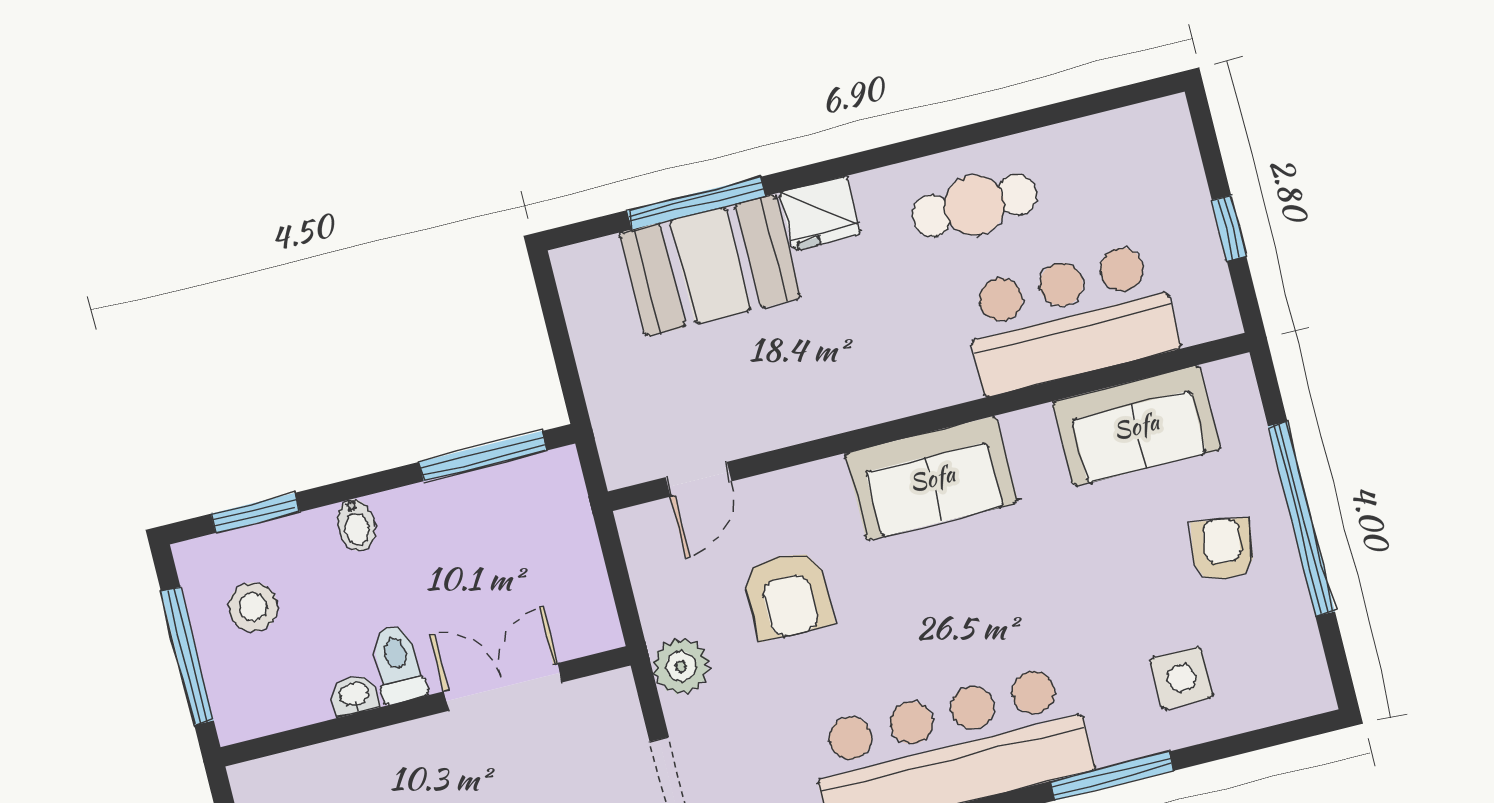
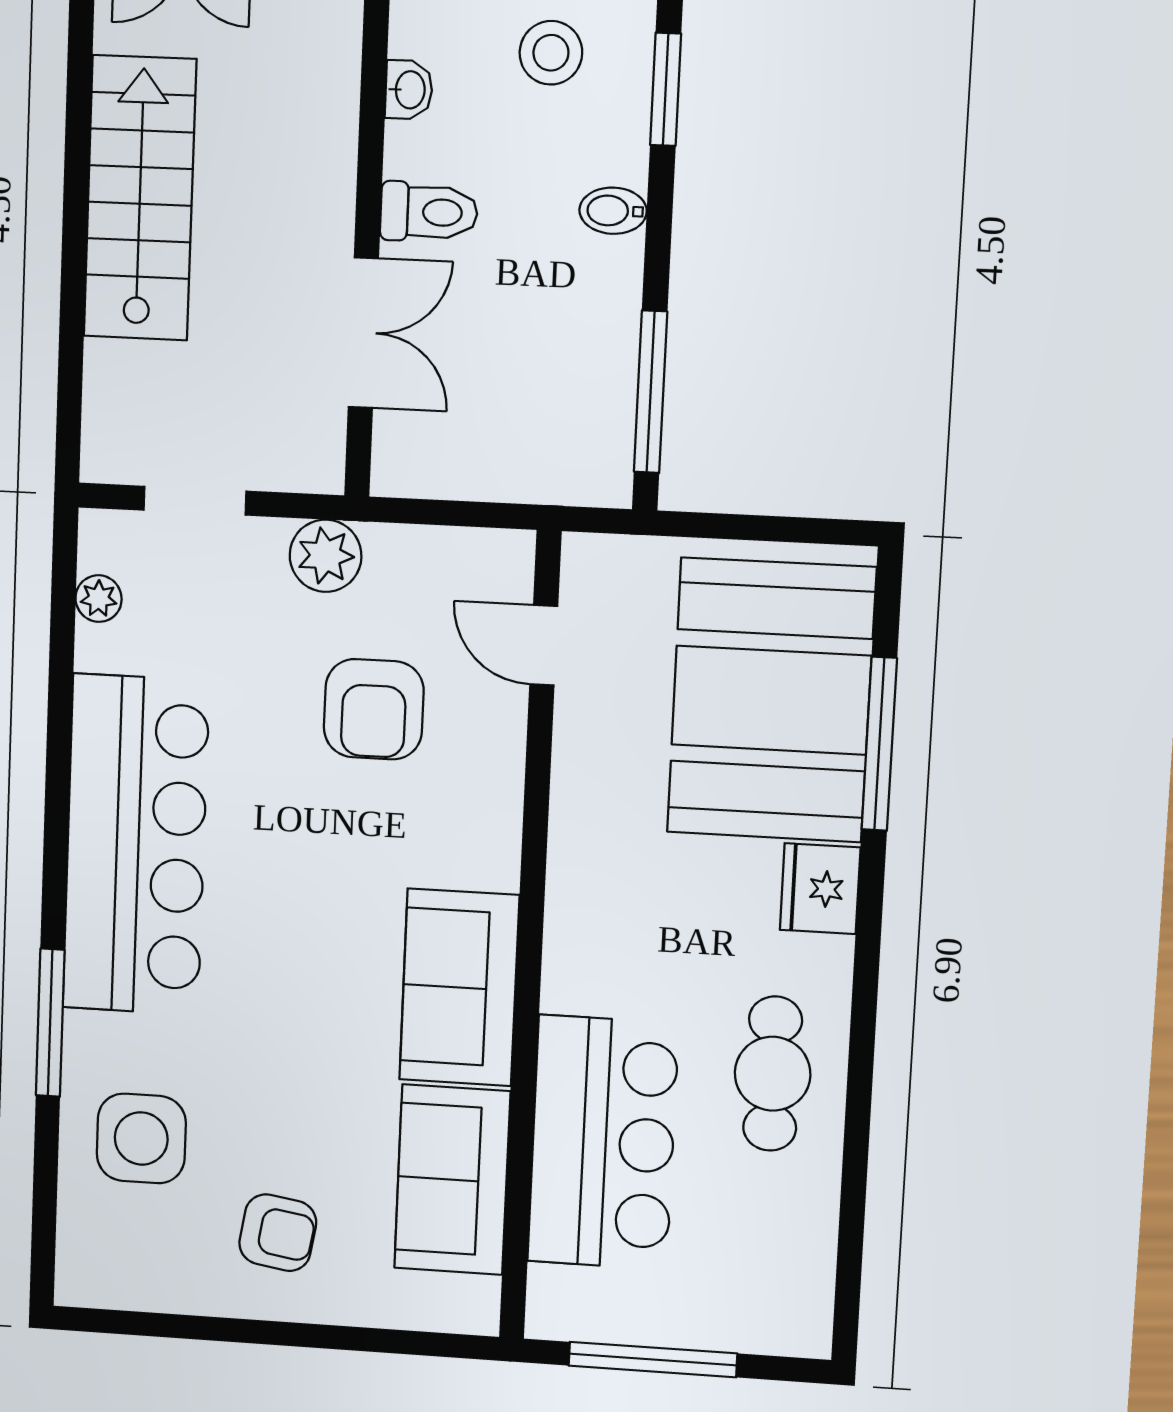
window: (1229, 228) -> (653, 1360), width x2.17
booth: (710, 265) -> (771, 700), width x1.36, depth x1.42
sofa: (932, 478) -> (459, 987), moved
window: (1301, 519) -> (286, 1334), removed
armchair: (788, 595) -> (374, 709), turned -90
side table: (1181, 678) -> (141, 1138), width x1.37, depth x1.37
washbasin: (355, 695) -> (409, 90), moved

